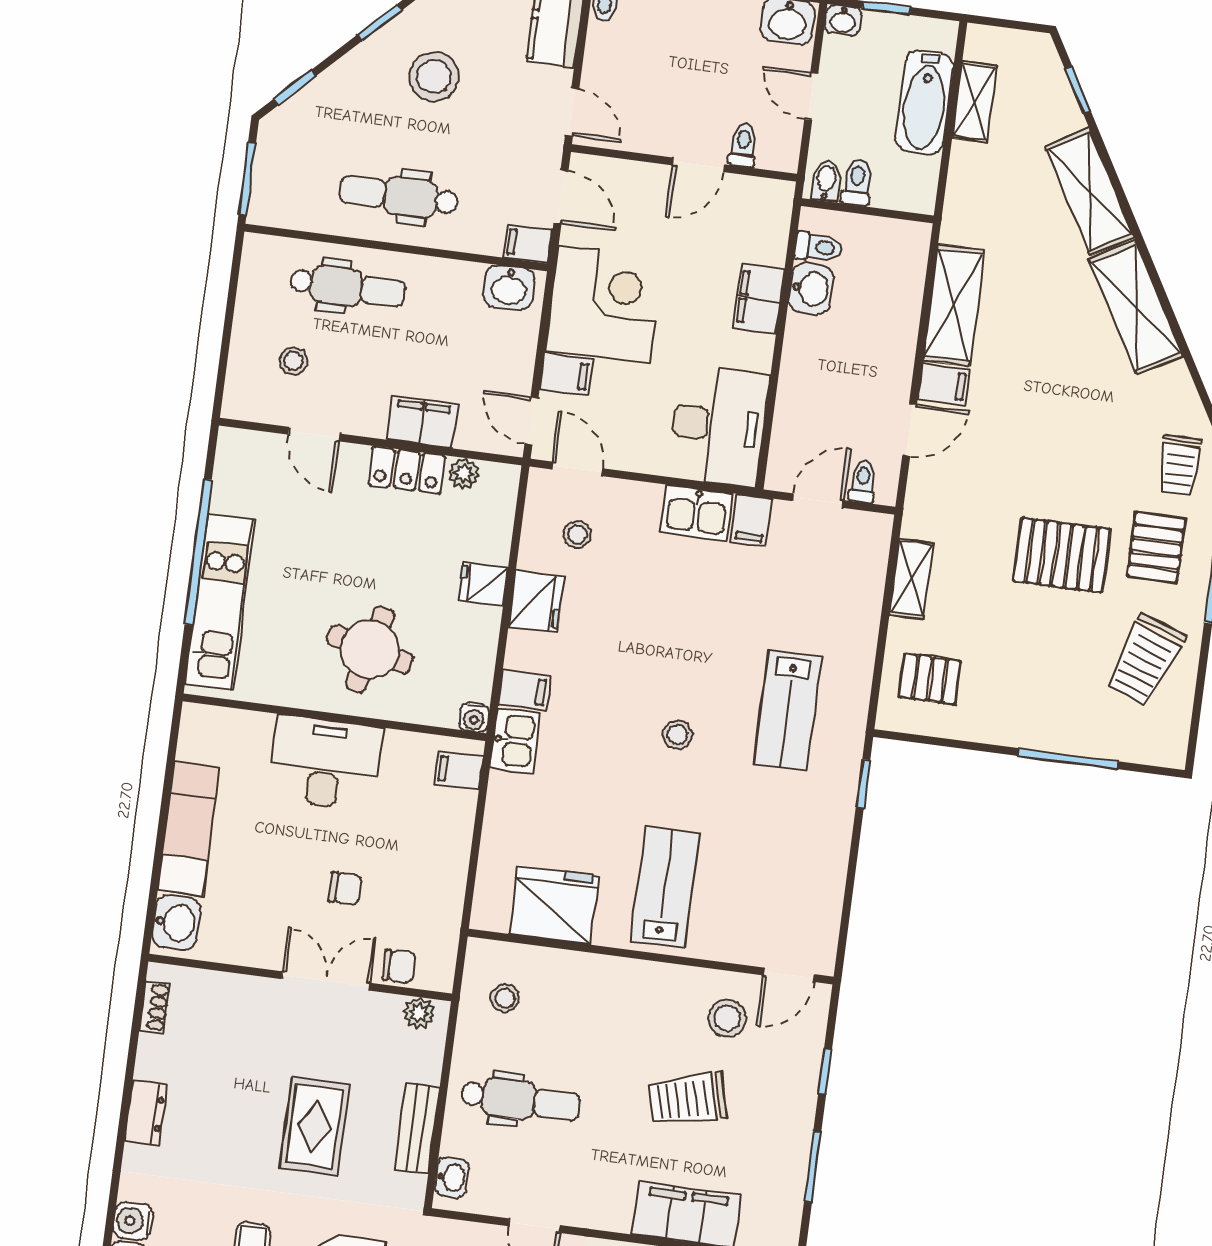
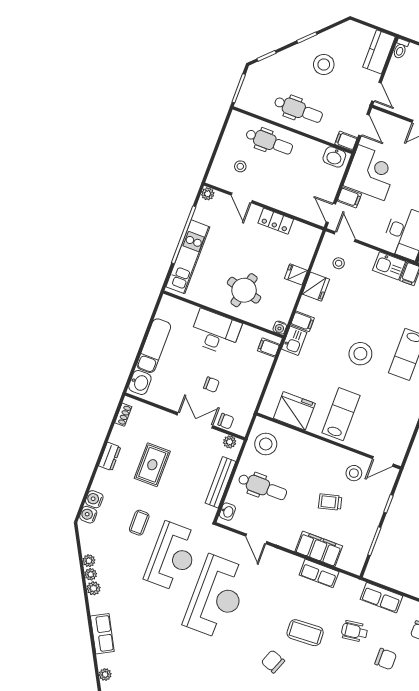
dental chair: (399, 196) -> (298, 110), turned 180
filing cabinet: (422, 422) -> (287, 203), removed
plant: (464, 474) -> (208, 194), moved
stool: (678, 735) -> (360, 354), width x1.89, depth x1.89
stool: (505, 998) -> (266, 444), width x1.89, depth x1.89
trolley: (687, 1099) -> (330, 502), width x0.73, depth x0.72
rug: (315, 1126) -> (152, 465), moved
bench: (417, 1128) -> (220, 482), width x1.36

